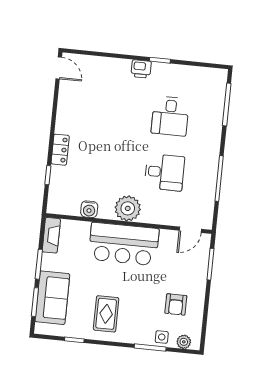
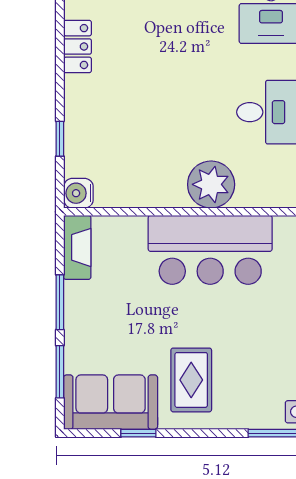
locker: (60, 150) -> (78, 47), moved
water cooler: (89, 209) -> (78, 193), moved, turned 90
sofa: (52, 298) -> (111, 402), moved, turned -90

